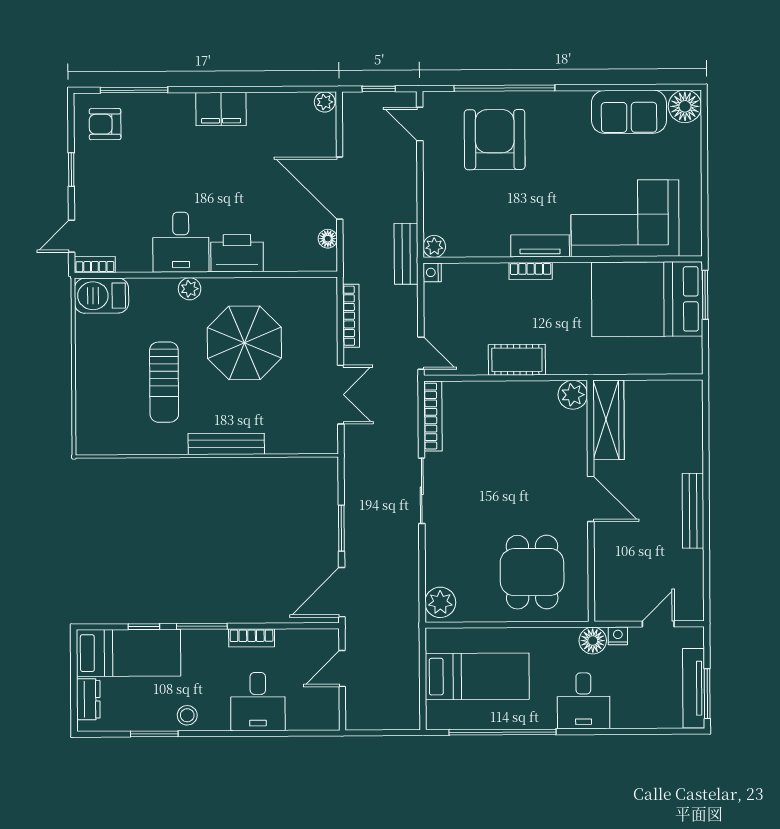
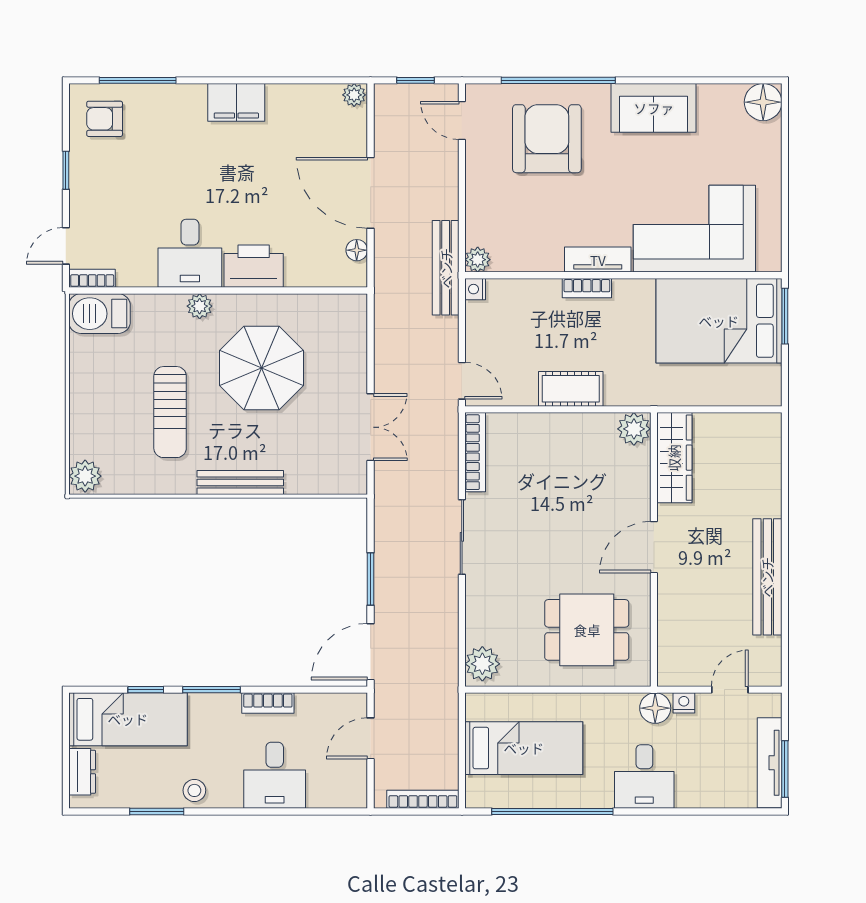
sofa: (629, 112) -> (654, 108), moved
bench: (406, 254) -> (446, 268), width x1.36
bookcase: (351, 316) -> (423, 799), moved, turned -90
plant: (90, 439) -> (85, 476), added
door: (591, 499) -> (654, 547), swing flipped
bench: (693, 511) -> (767, 577), width x1.37, depth x1.21
dining table: (532, 572) -> (587, 630), turned 90

